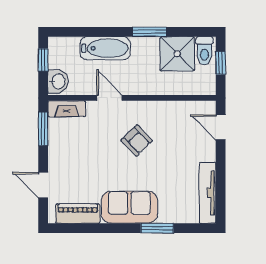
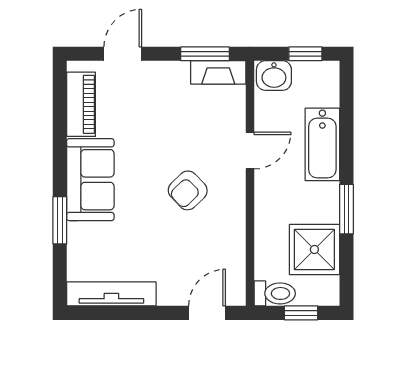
toilet: (204, 51) -> (275, 293), moved, turned 180
fireplace: (67, 109) -> (218, 72), moved, turned -90

